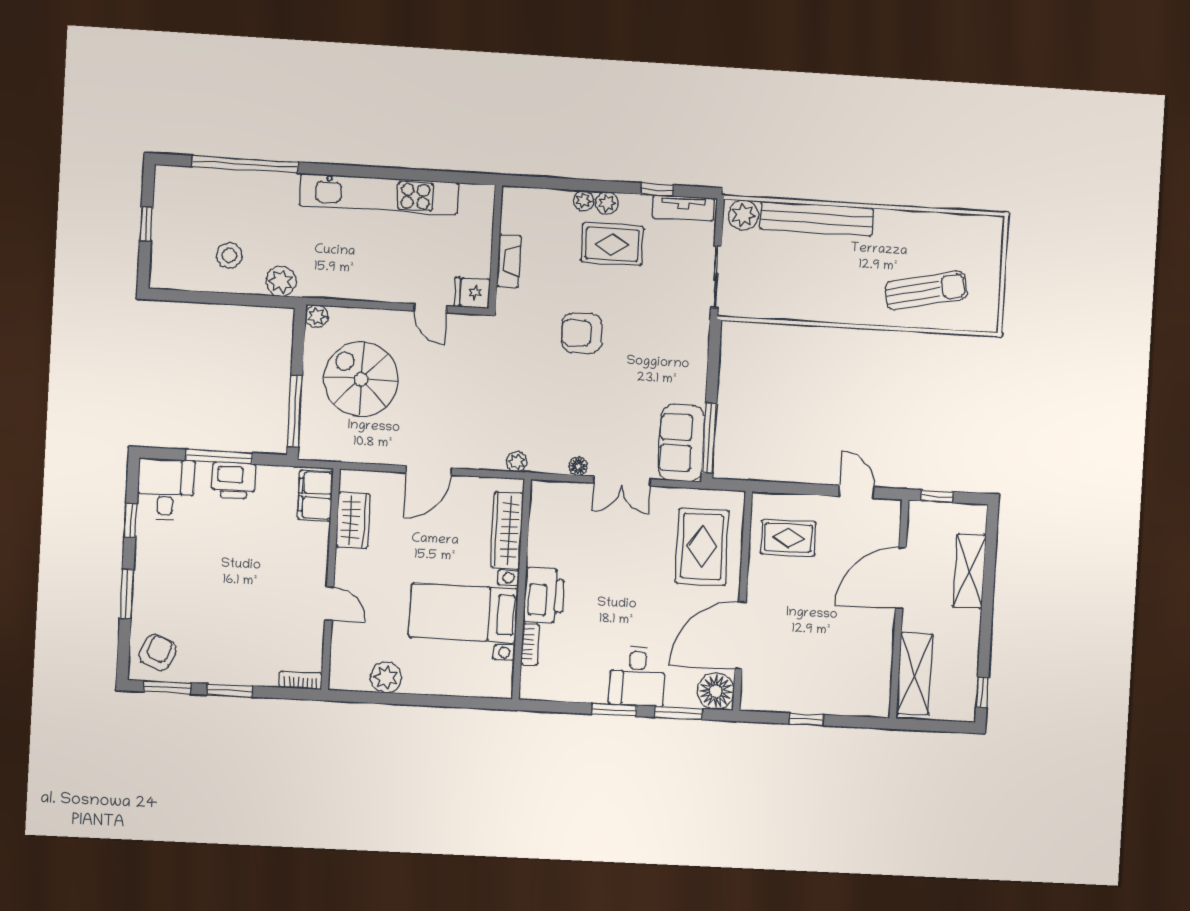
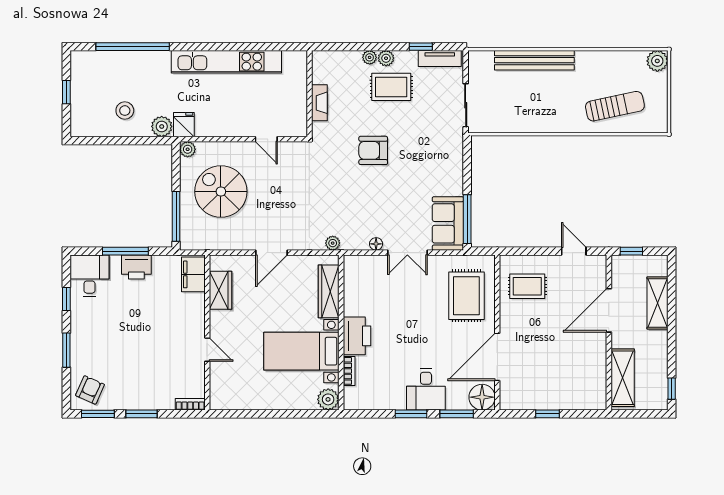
plant: (743, 215) -> (657, 61), moved
fridge: (472, 293) -> (184, 125), moved, turned 90
plant: (386, 678) -> (328, 399), moved

